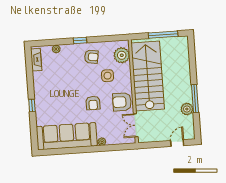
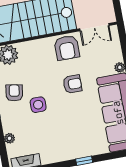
side table: (108, 76) -> (38, 105), moved

